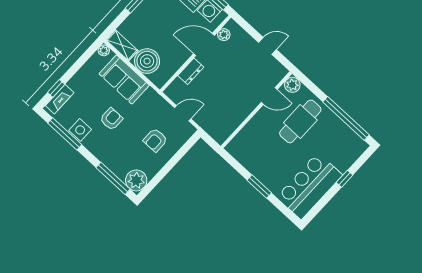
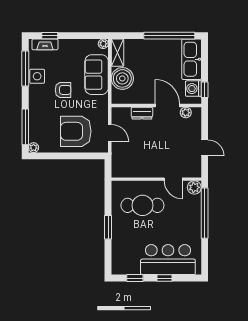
window: (346, 118) -> (205, 213), moved
cafe table: (300, 121) -> (142, 205), moved
armchair: (155, 140) -> (76, 131), width x1.88, depth x1.88
plant: (136, 180) -> (34, 148), width x0.53, depth x0.53
bar counter: (309, 186) -> (168, 260), moved
window: (322, 203) -> (135, 278), added

